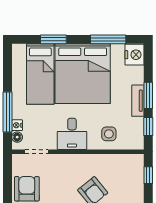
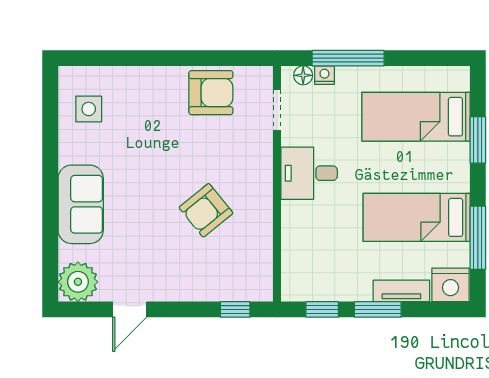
bed: (83, 74) -> (417, 217), width x0.49
tv unit: (138, 101) -> (401, 291), moved
side table: (109, 134) -> (309, 239), removed

